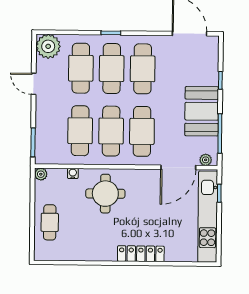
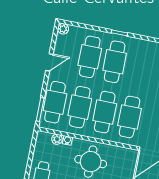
plant: (48, 46) -> (63, 29), width x0.53, depth x0.53
cafe table: (143, 69) -> (55, 102), moved
door: (34, 84) -> (49, 62), swing flipped
plant: (41, 174) -> (57, 139), moved

